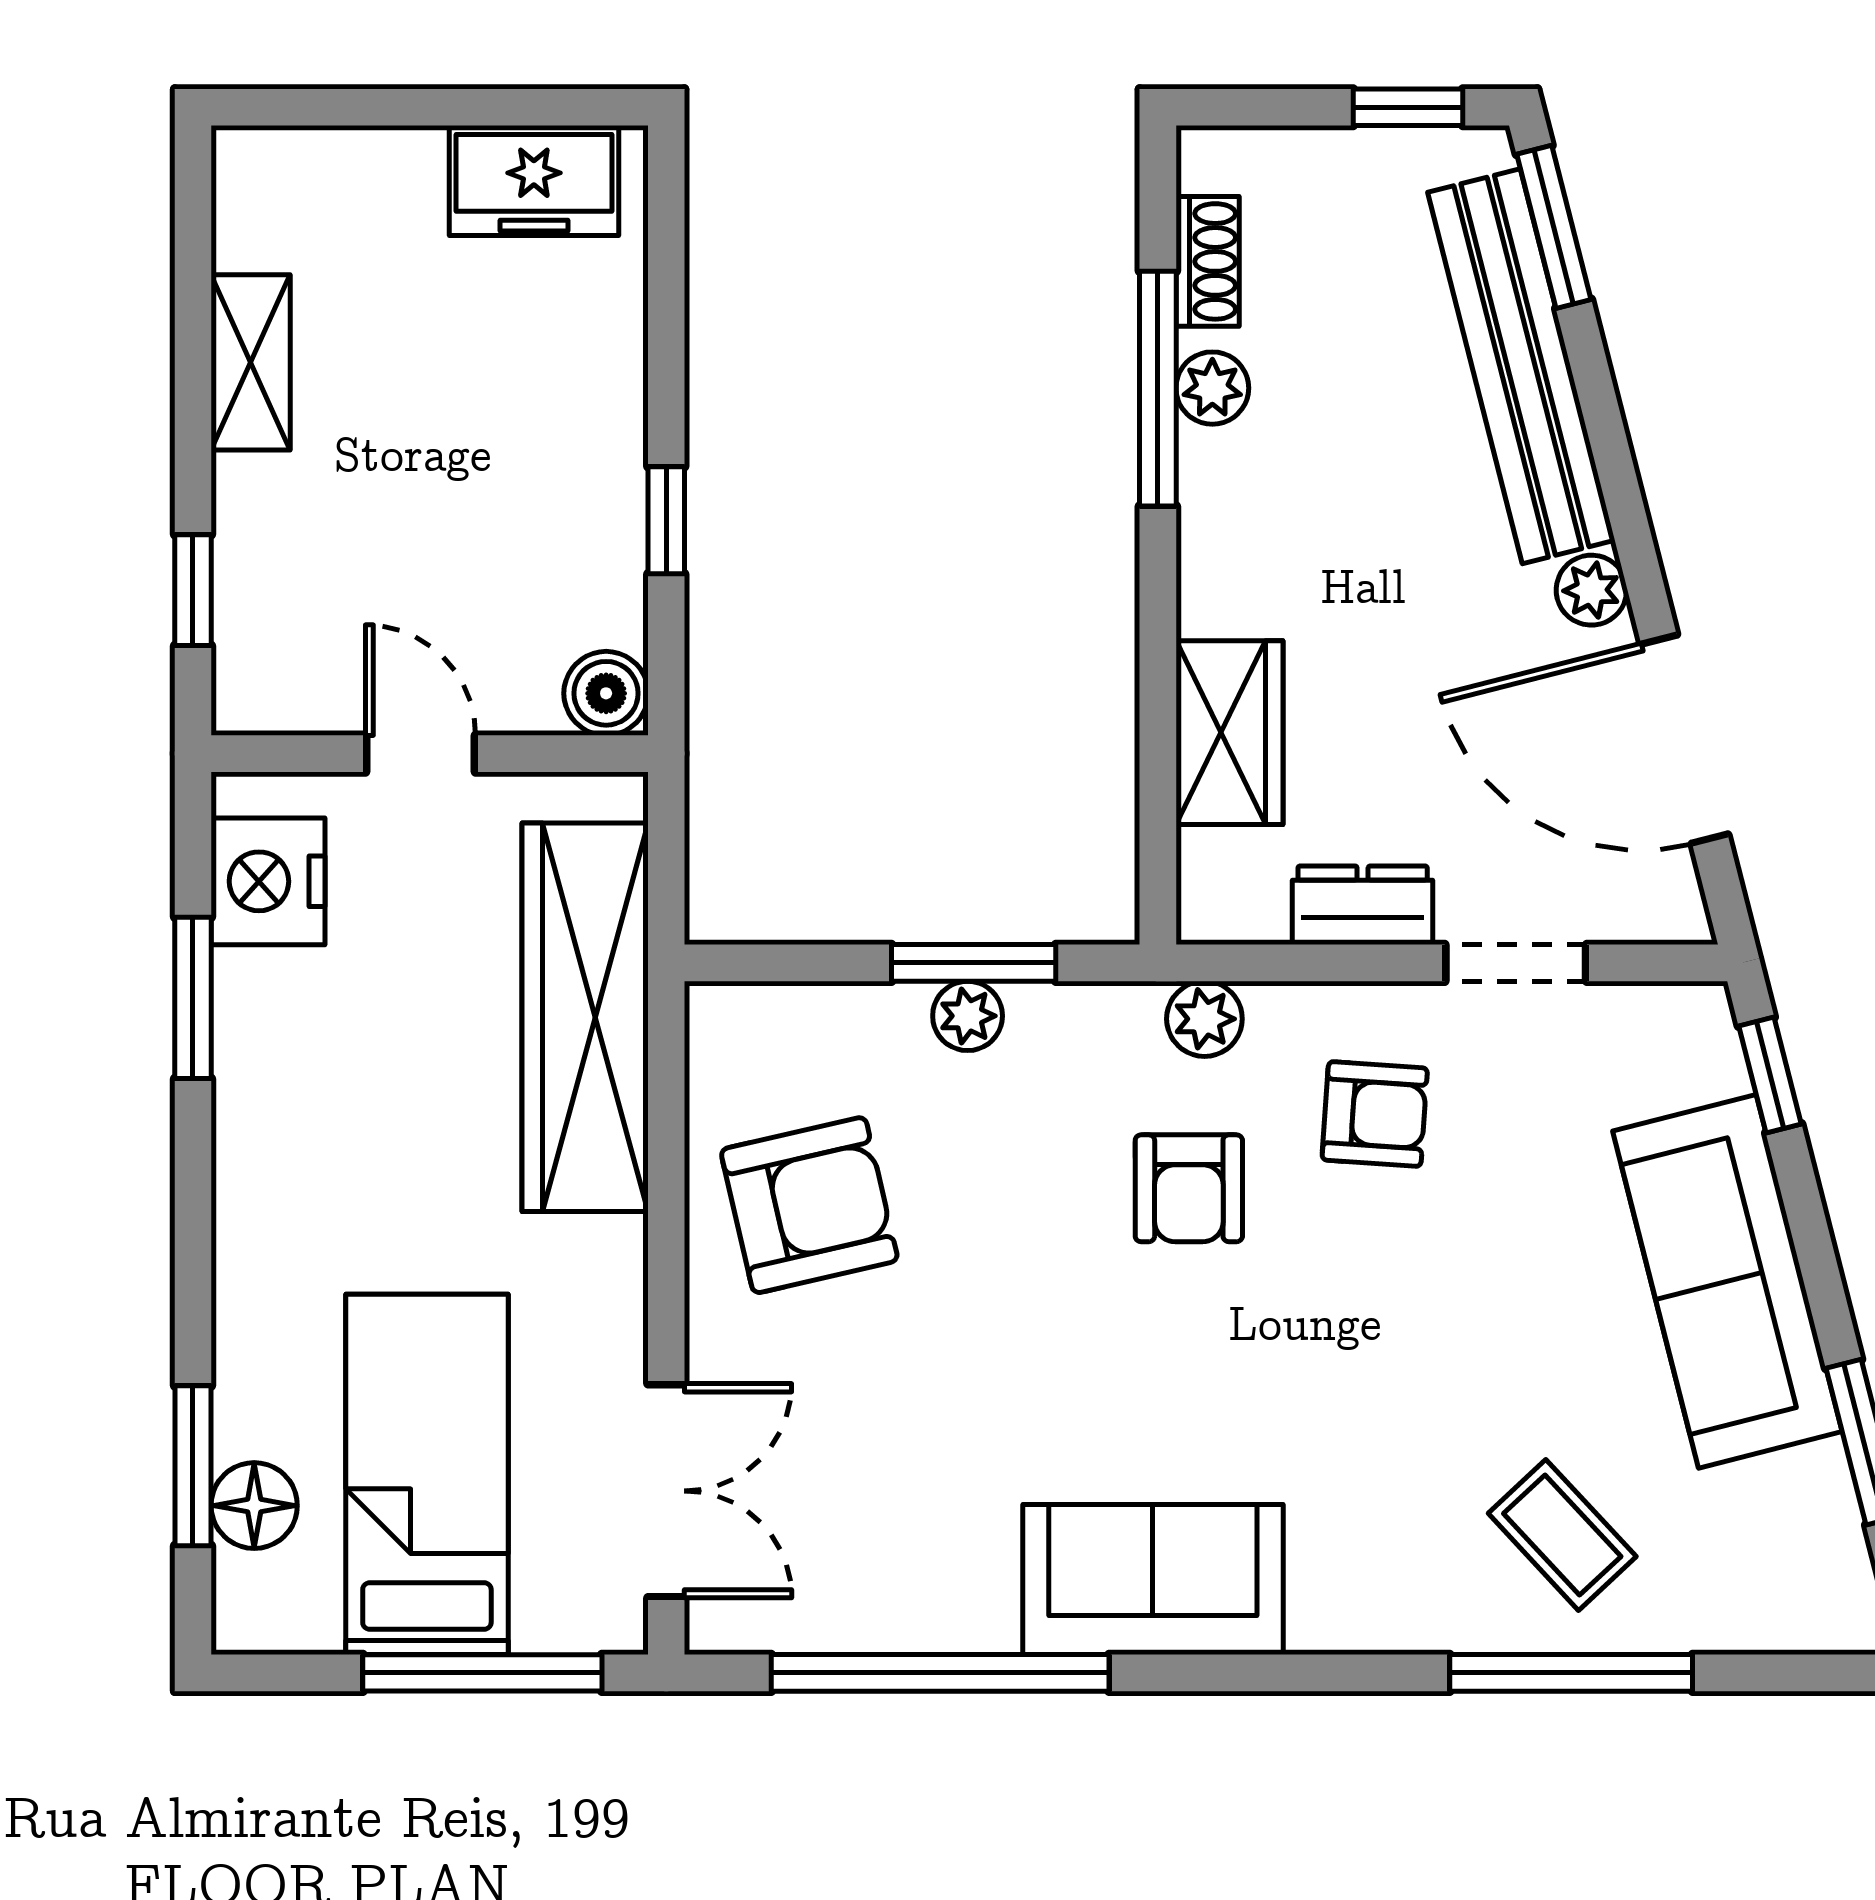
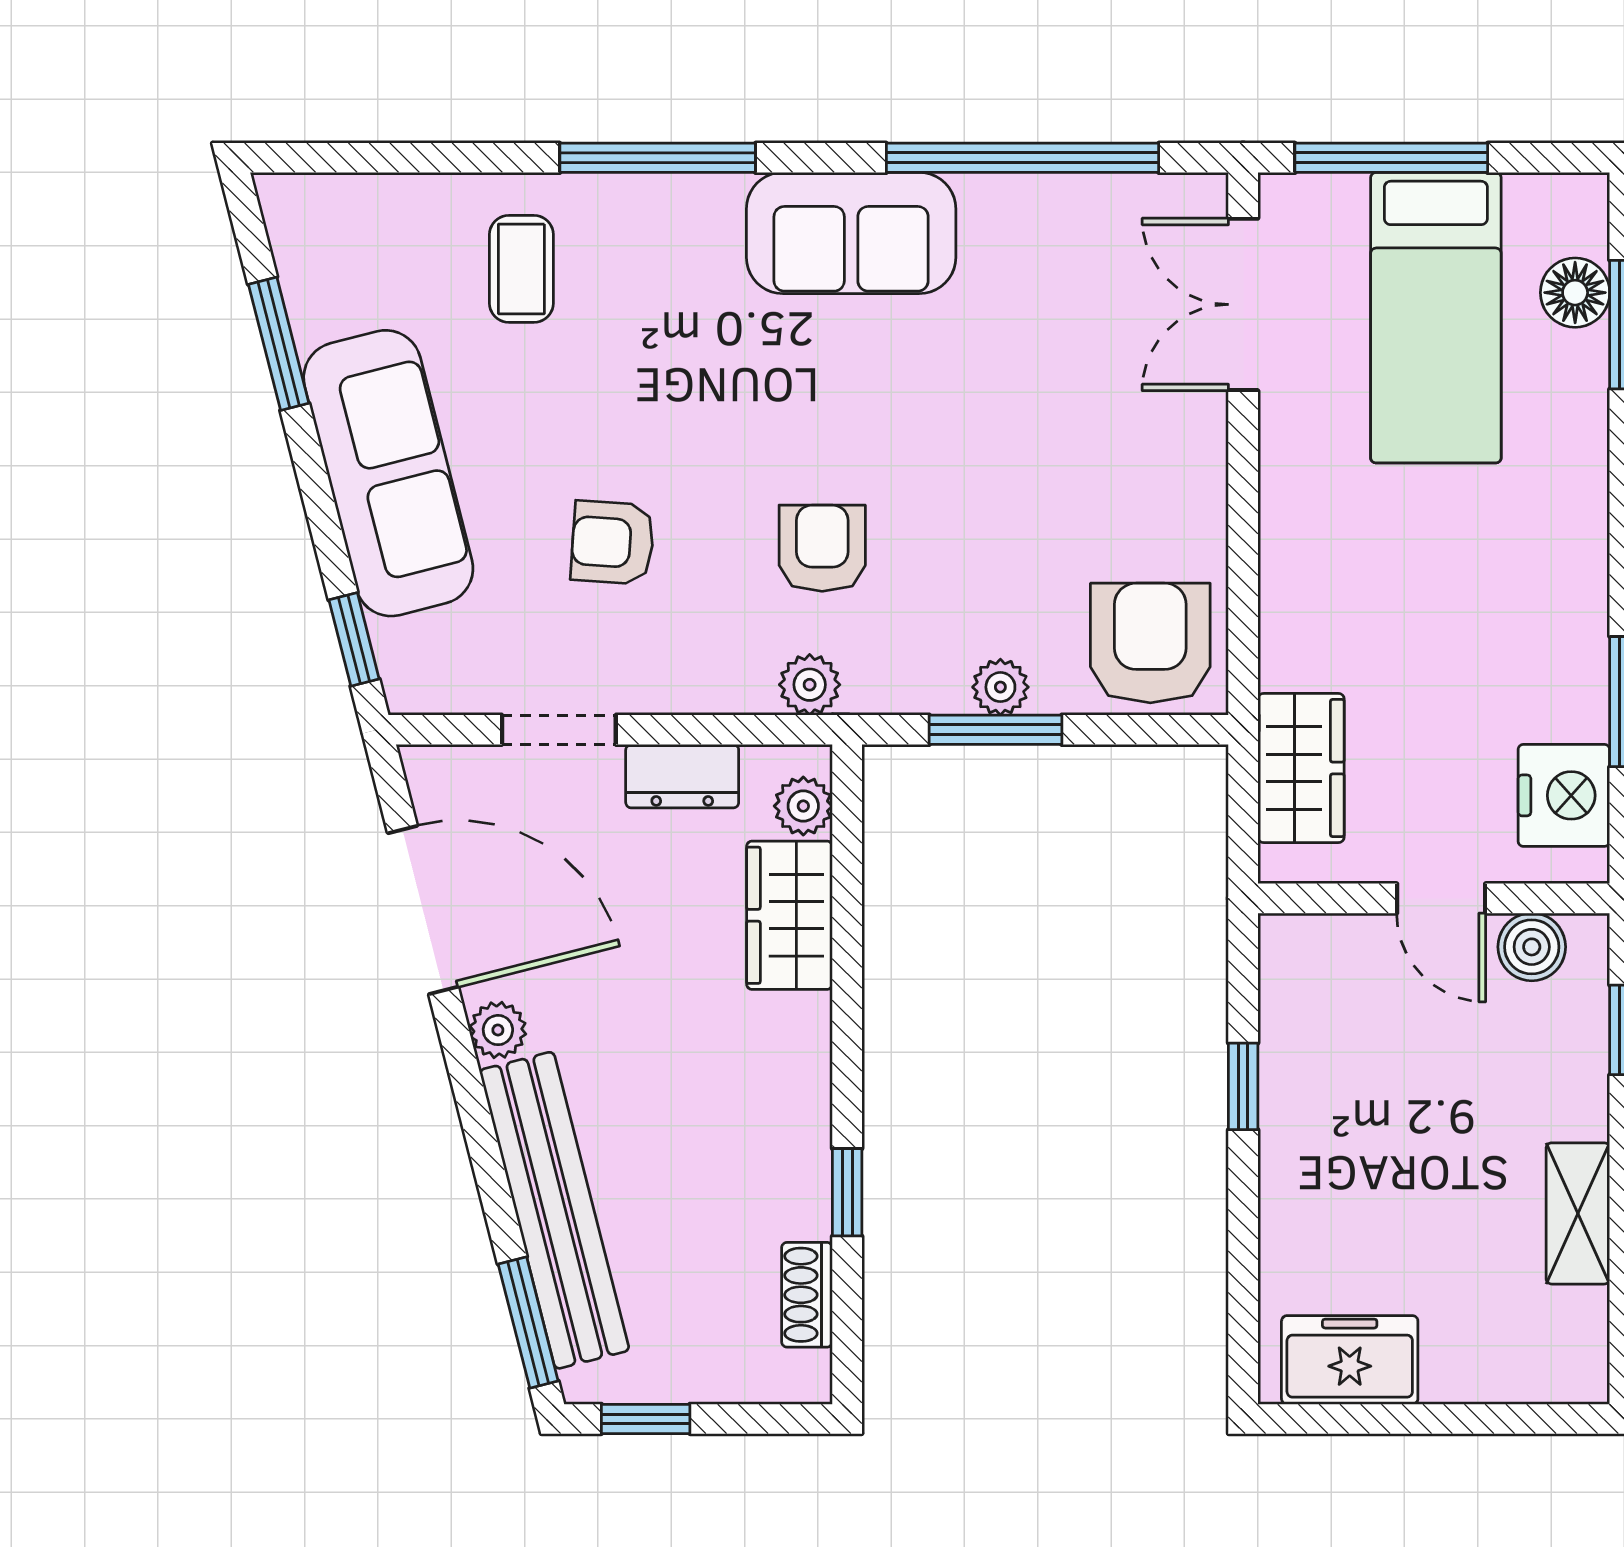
plant: (1212, 388) -> (803, 806), moved
window: (1158, 389) -> (847, 1192), width x0.46
boiler: (606, 693) -> (1532, 947), moved
wardrobe: (585, 1017) -> (1301, 768), width x0.48, depth x0.85
armchair: (1375, 1114) -> (613, 543), moved
armchair: (809, 1205) -> (1150, 643), moved, turned 103
coffee table: (1562, 1535) -> (521, 269), turned 43
window: (1571, 1673) -> (658, 158), moved

